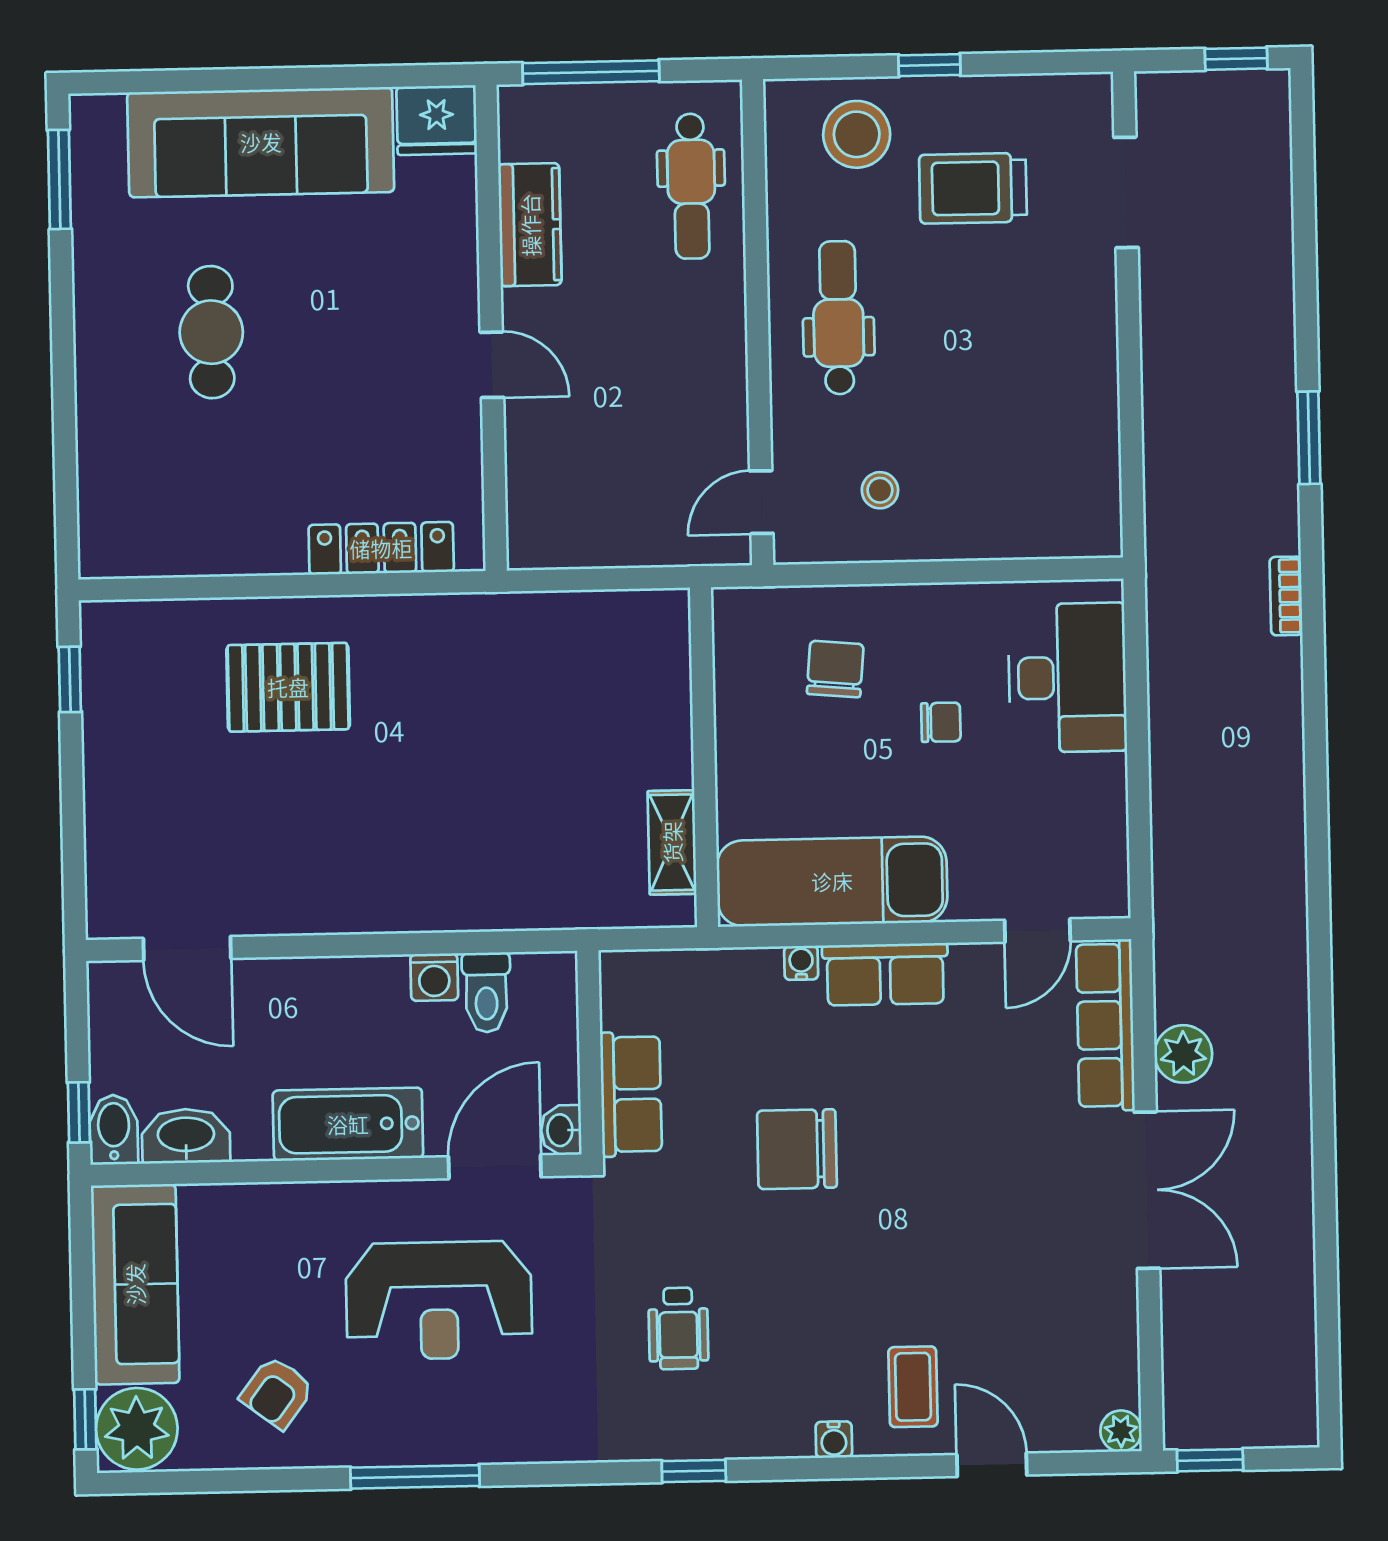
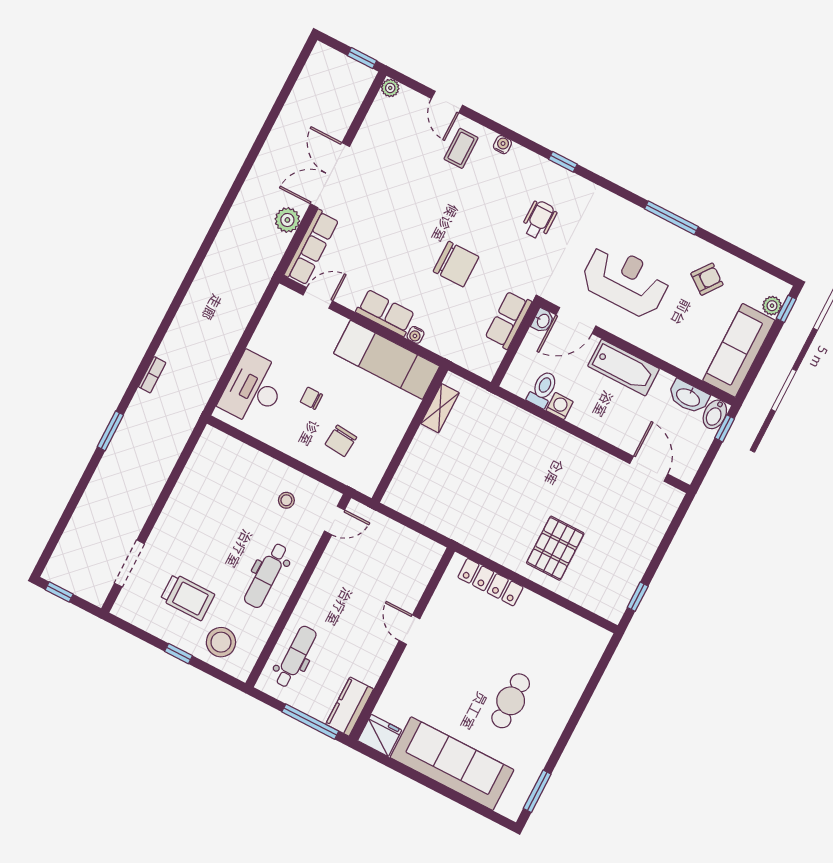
kitchen counter: (530, 225) -> (350, 707), moved
pallet: (288, 687) -> (555, 548), turned 90
plant: (137, 1429) -> (772, 306), width x0.53, depth x0.53

